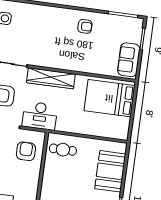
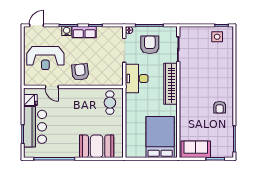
armchair: (26, 151) -> (80, 72), moved, turned -96

